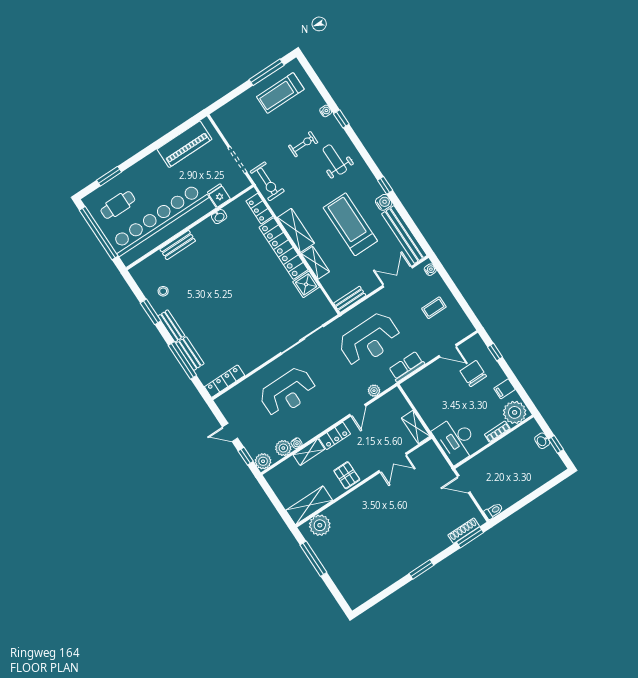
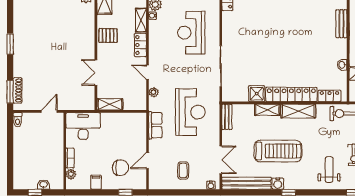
weight bench: (335, 160) -> (329, 170), turned -90
reception desk: (369, 340) -> (190, 112), turned 180
plant: (515, 412) -> (71, 174), width x0.53, depth x0.53

